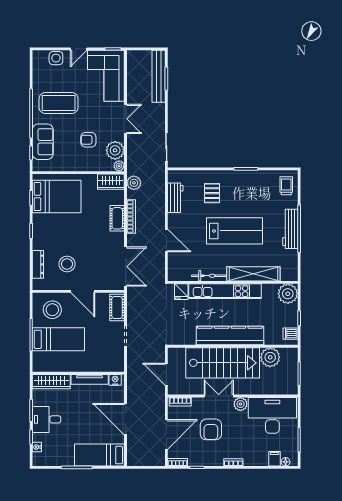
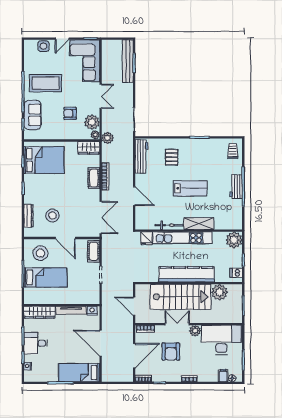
plant: (134, 183) -> (107, 138), moved
workbench: (175, 198) -> (141, 156), width x1.38
workbench: (290, 229) -> (236, 187), width x0.73
lab bench: (235, 231) -> (190, 188), width x0.73, depth x0.72
shelving: (253, 274) -> (199, 224), width x0.68

